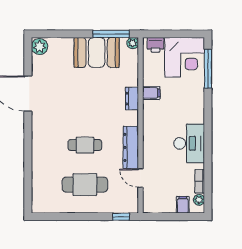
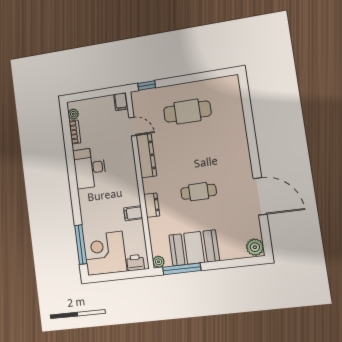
cafe table: (85, 145) -> (199, 192), moved
filing cabinet: (183, 205) -> (121, 102), moved

